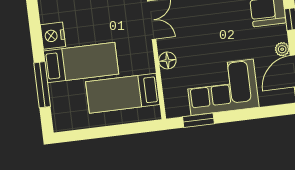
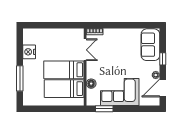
floor lamp: (167, 60) -> (91, 84), moved
bed: (81, 63) -> (64, 70), moved, turned 180

